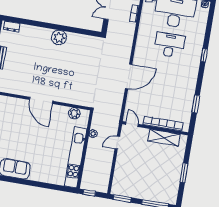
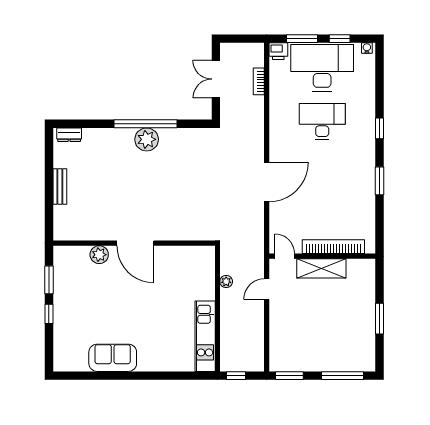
window: (60, 28) -> (146, 124), added
window: (196, 104) -> (379, 181), moved
plant: (74, 113) -> (99, 255), moved
shelving: (164, 138) -> (321, 268), moved
kitchen unit: (76, 157) -> (205, 336), width x0.73

